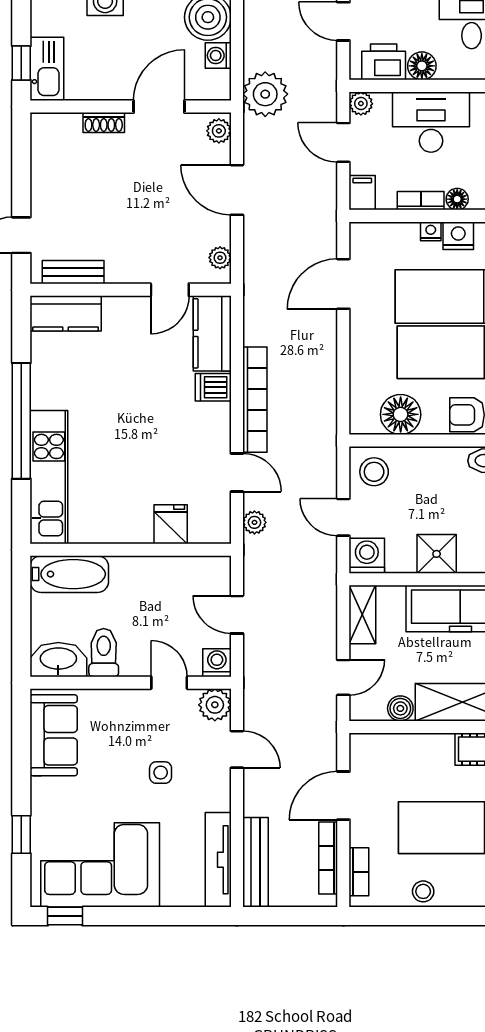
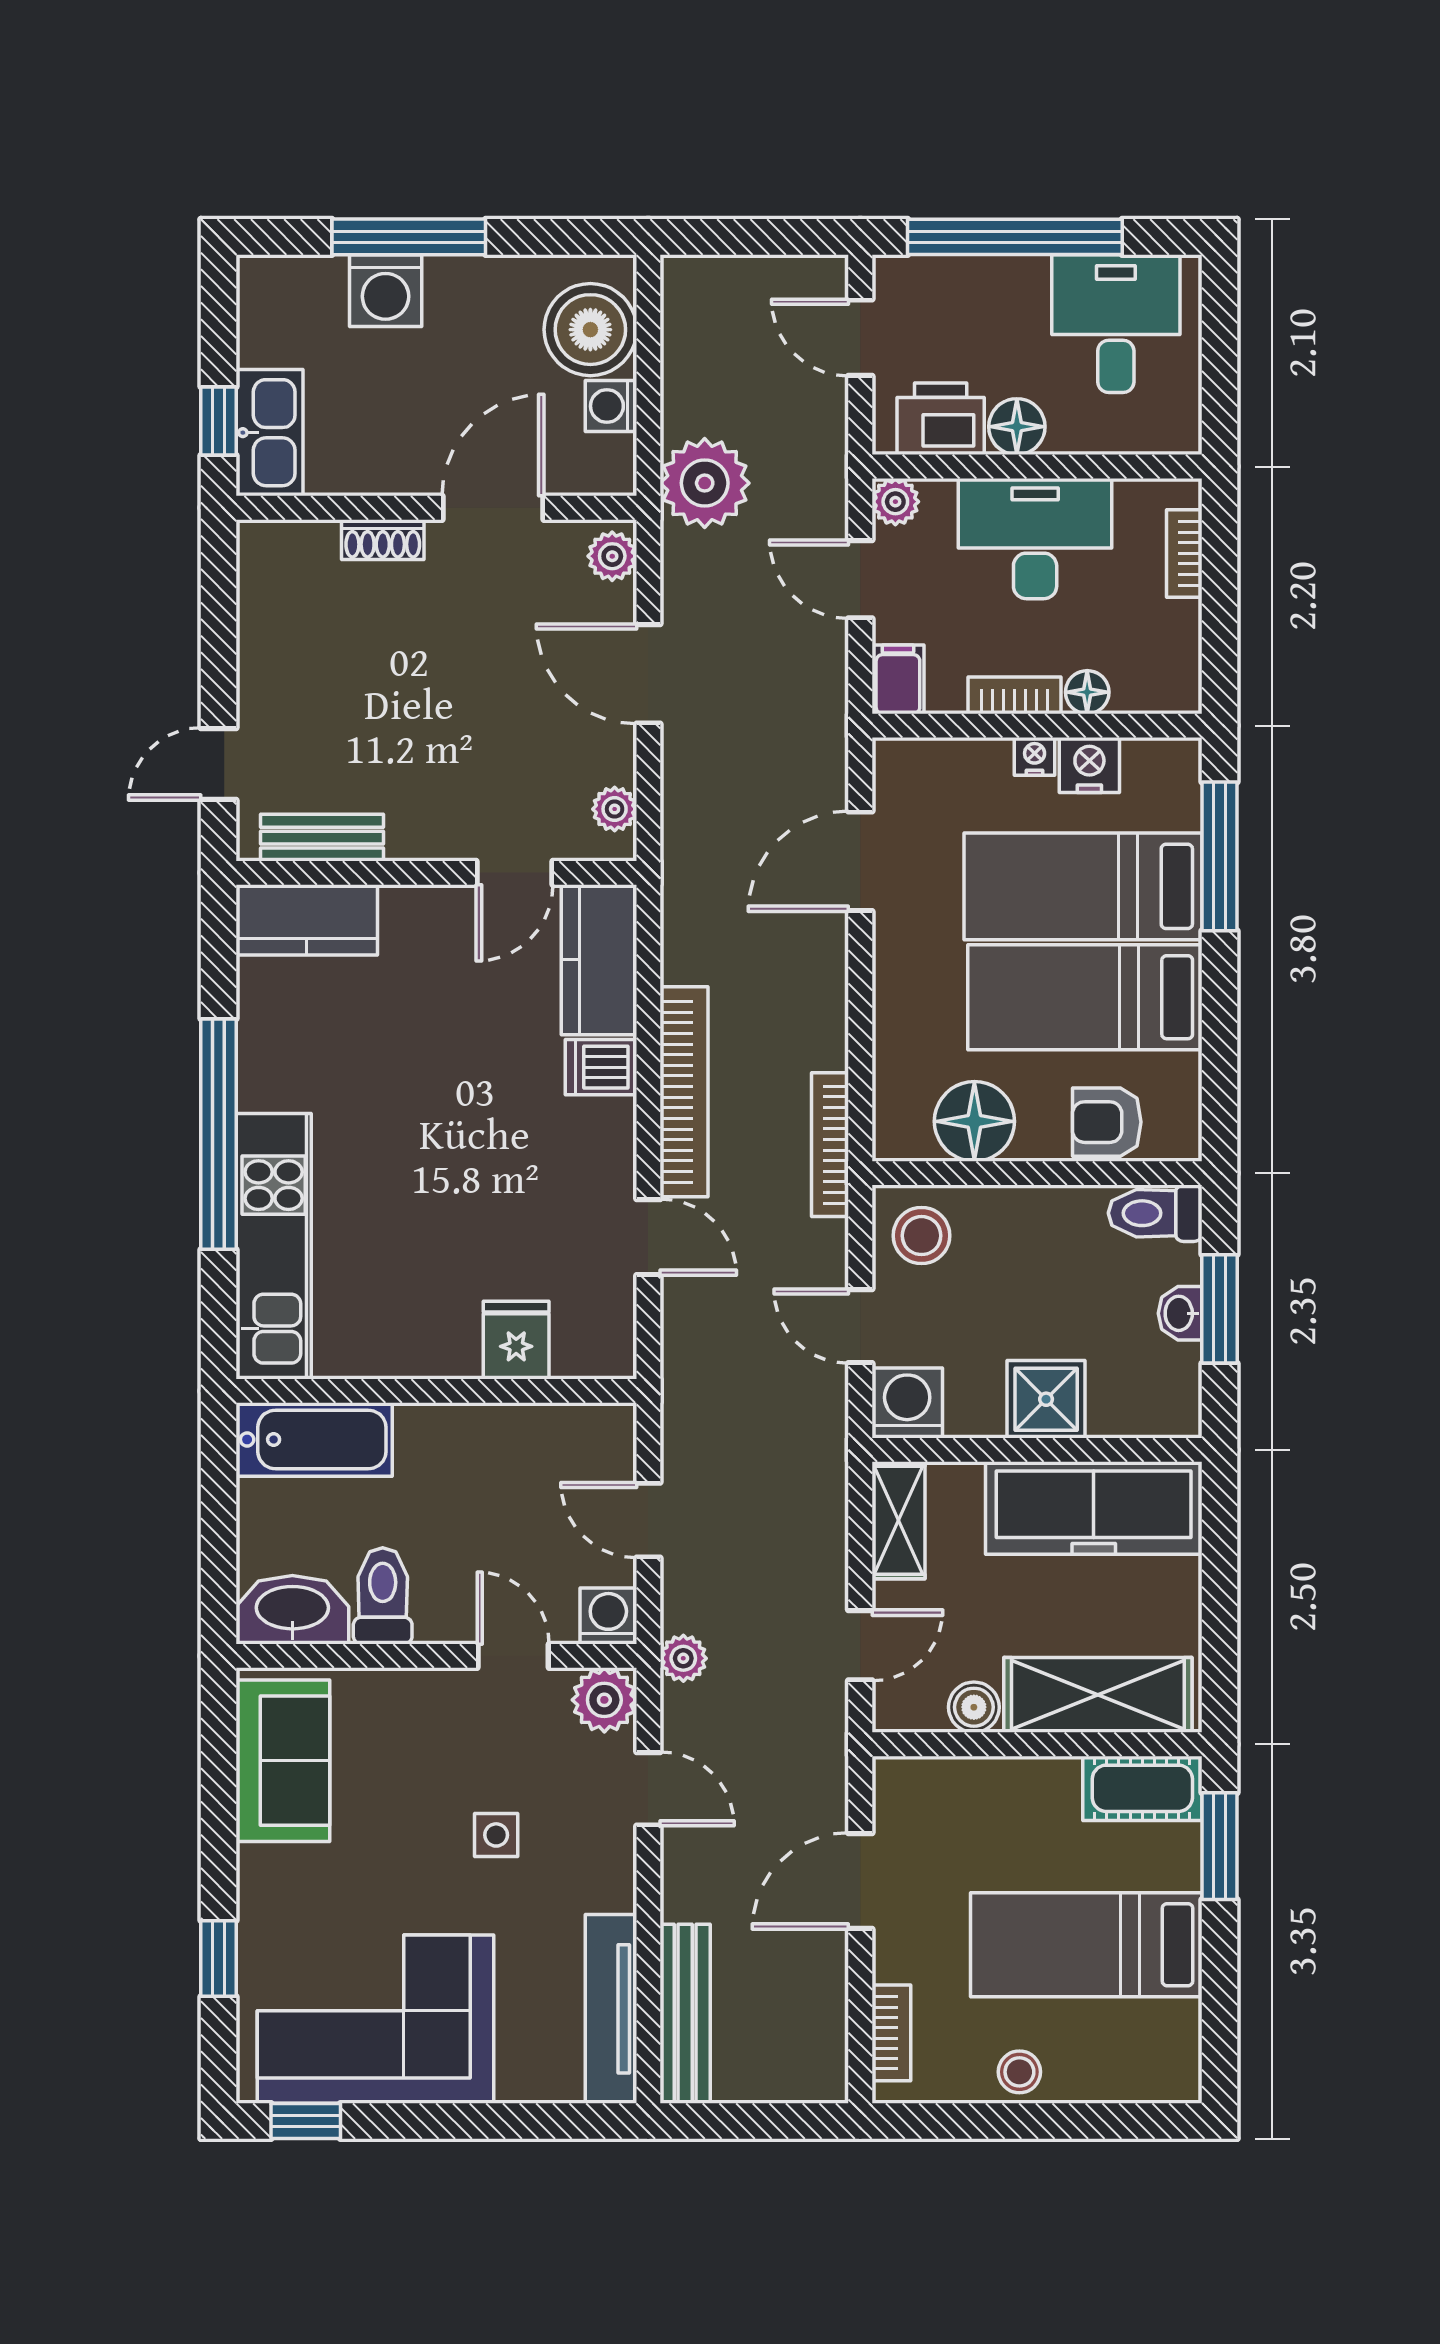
plant: (254, 522) -> (683, 1658), moved
bookcase: (328, 858) -> (830, 1145), moved

